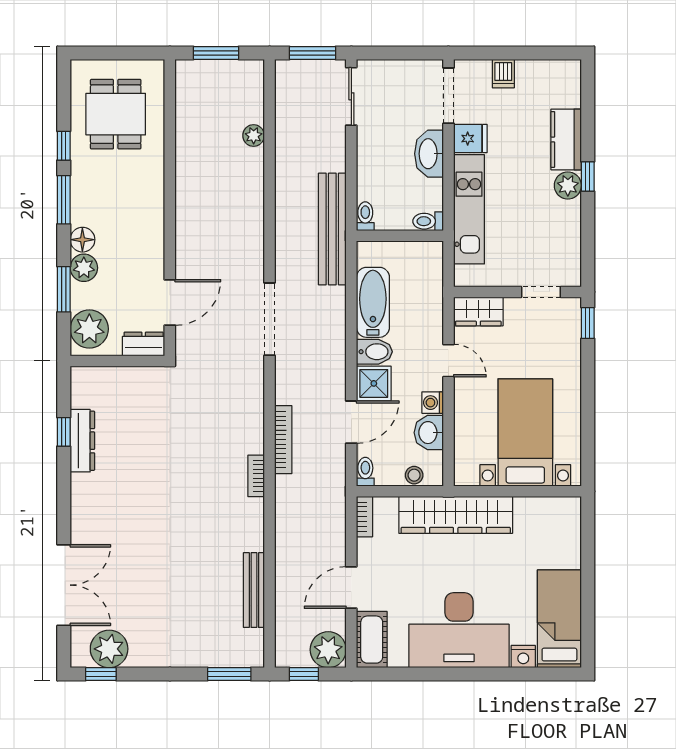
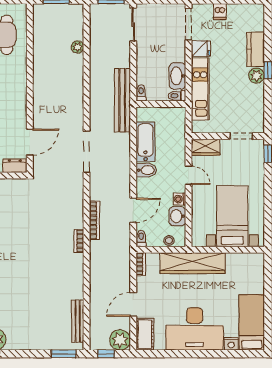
washbasin: (429, 154) -> (177, 76), moved
shower: (374, 383) -> (146, 188), removed
bench: (254, 590) -> (78, 321), moved

